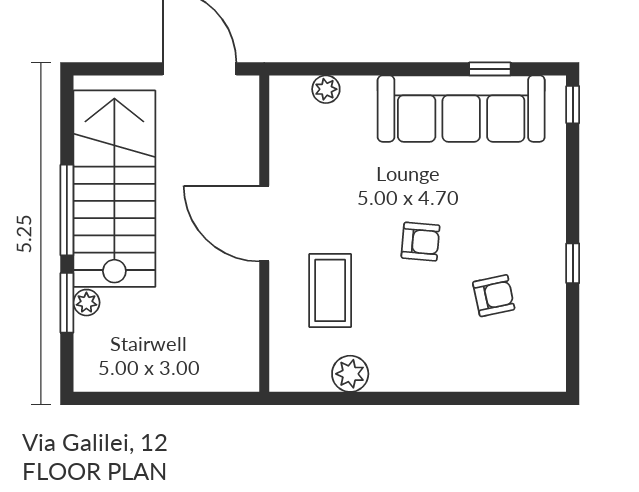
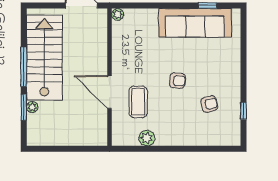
plant: (326, 89) -> (118, 14), moved
window: (573, 105) -> (243, 21), removed
door: (264, 224) -> (110, 92), moved
window: (573, 263) -> (243, 111), moved

